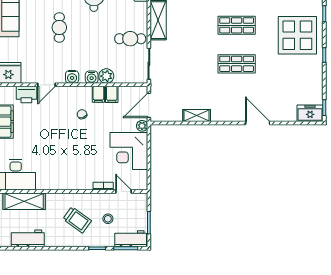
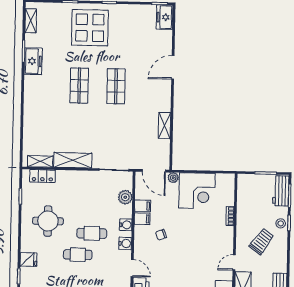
cafe table: (130, 39) -> (92, 233), moved, turned 90
plant: (106, 76) -> (125, 197), moved
door: (123, 192) -> (234, 262), moved
stool: (108, 219) -> (281, 223), moved

